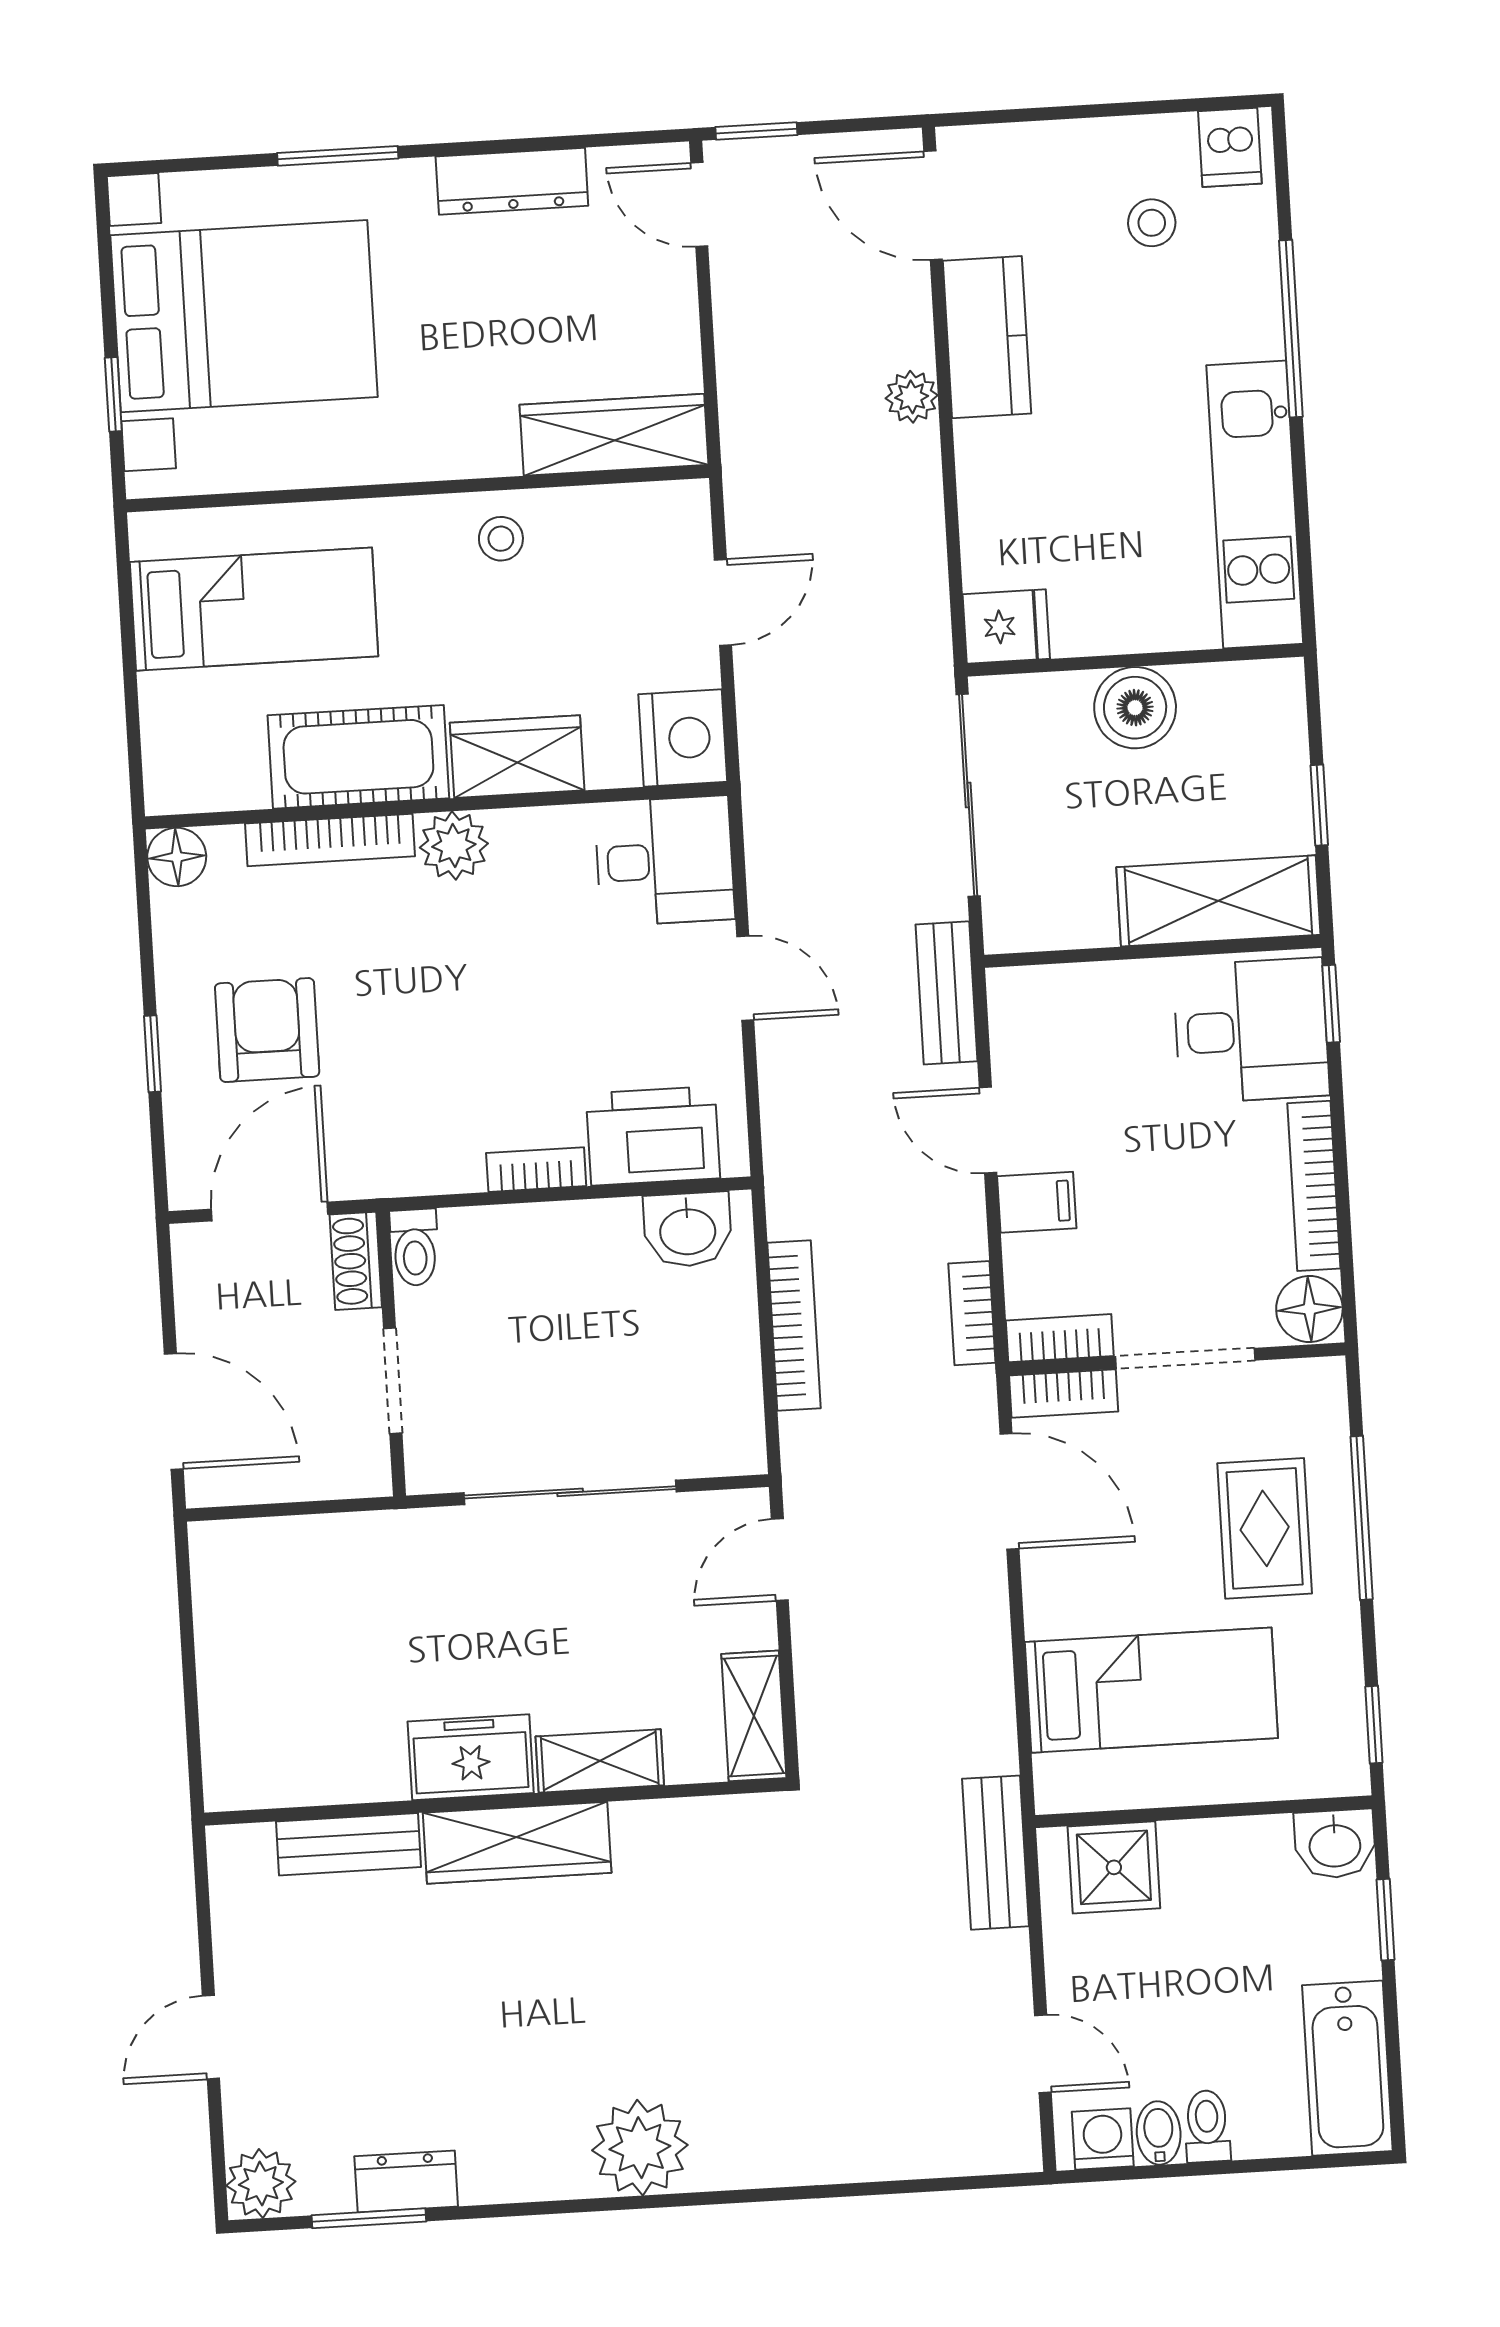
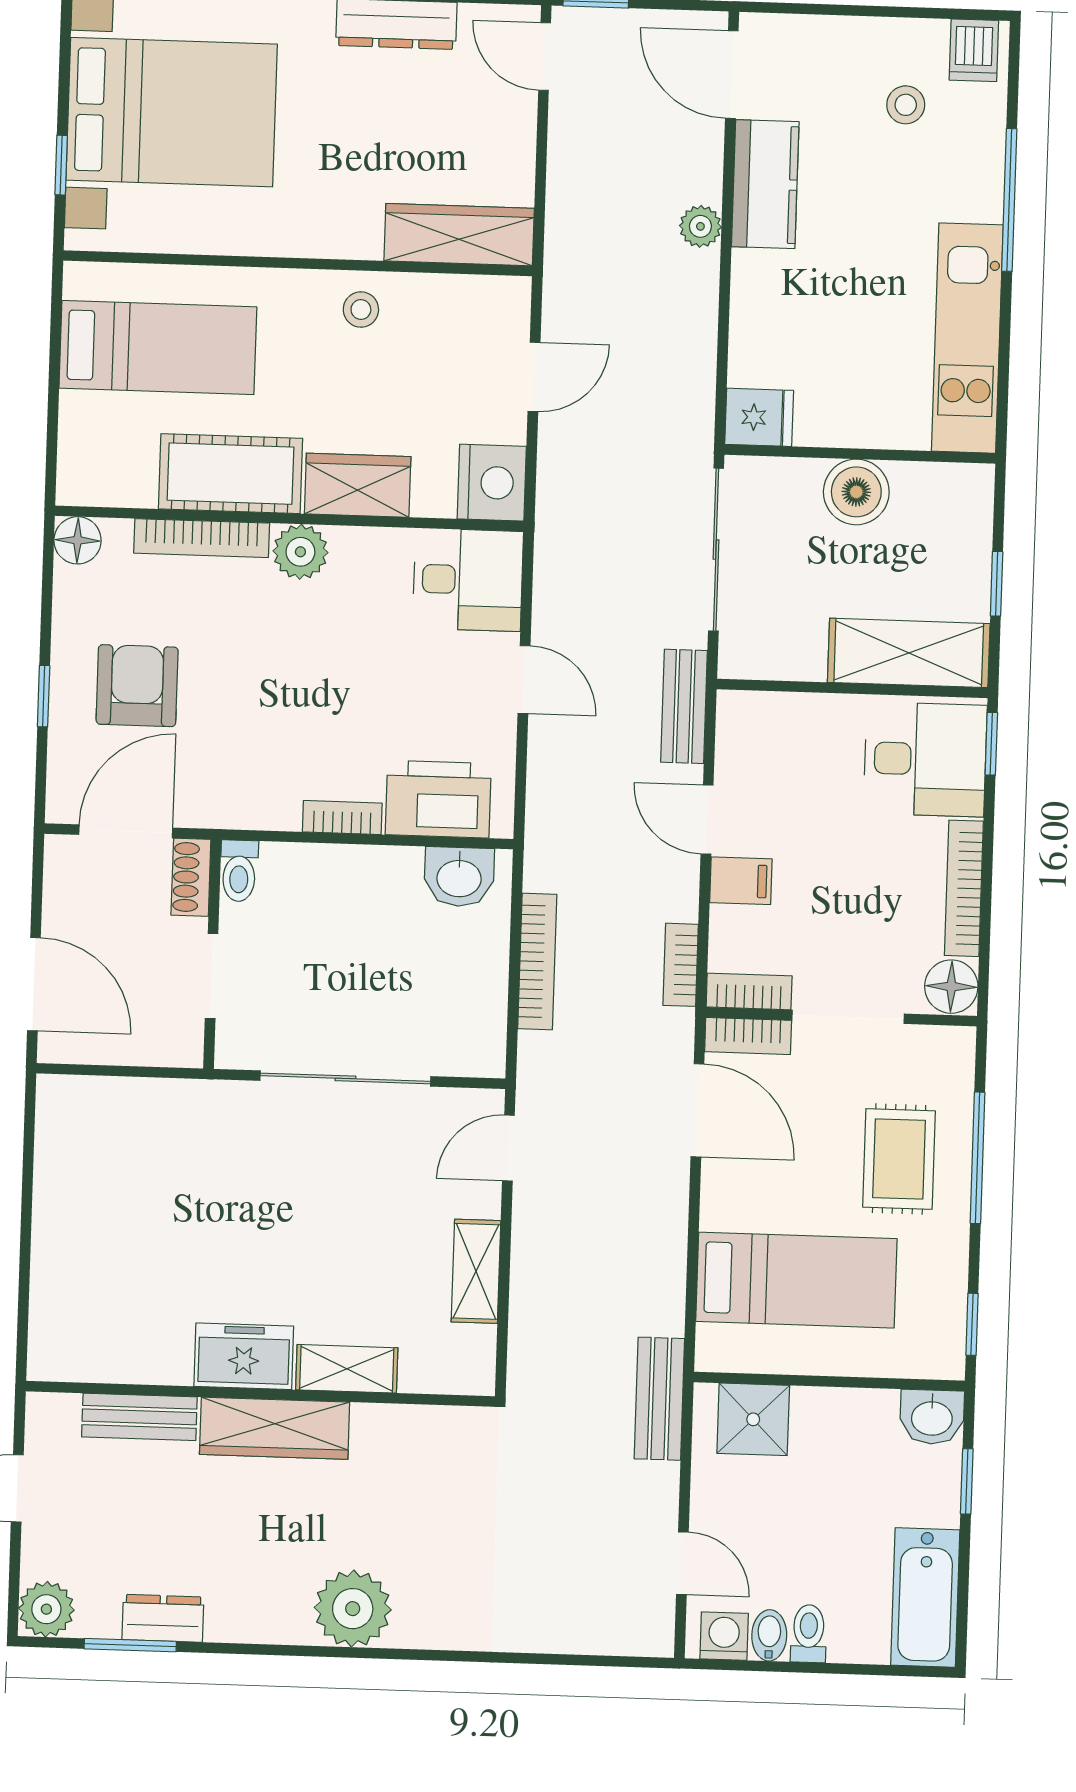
freezer: (471, 1757) -> (244, 1356), moved
shelving: (600, 1761) -> (347, 1369), moved
wall: (496, 1802) -> (260, 1394), moved
wardrobe: (517, 1843) -> (275, 1428), moved
bench: (349, 1844) -> (139, 1417), moved

